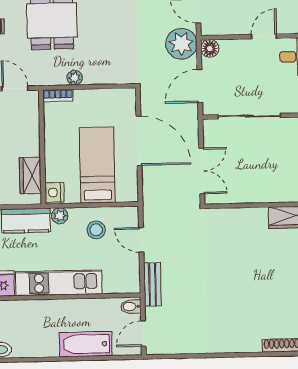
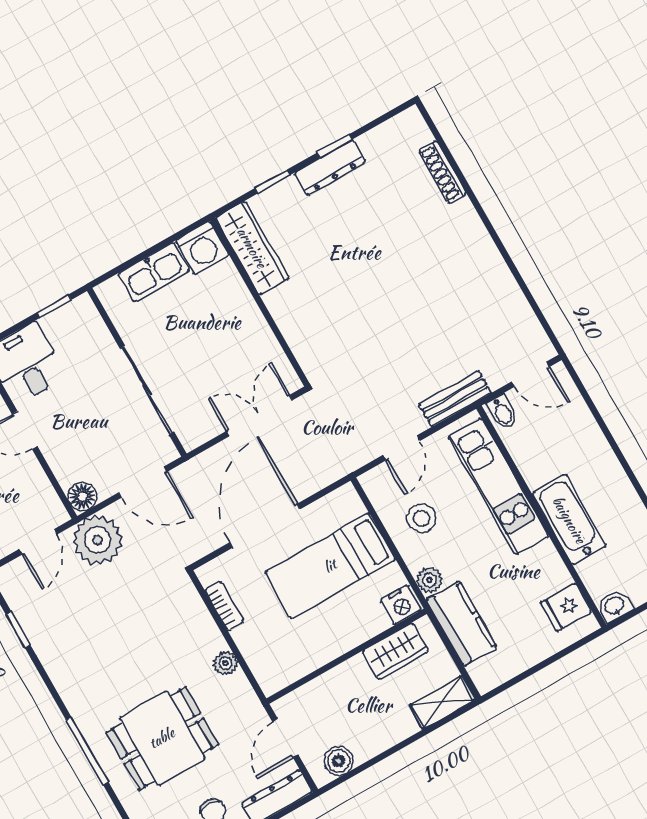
bookcase: (58, 95) -> (224, 606), moved
kitchen unit: (59, 283) -> (498, 486), moved
bathtub: (86, 344) -> (569, 520), moved, turned 180

